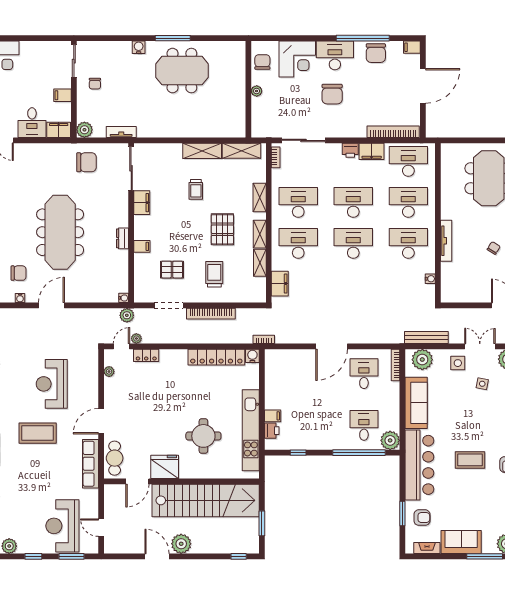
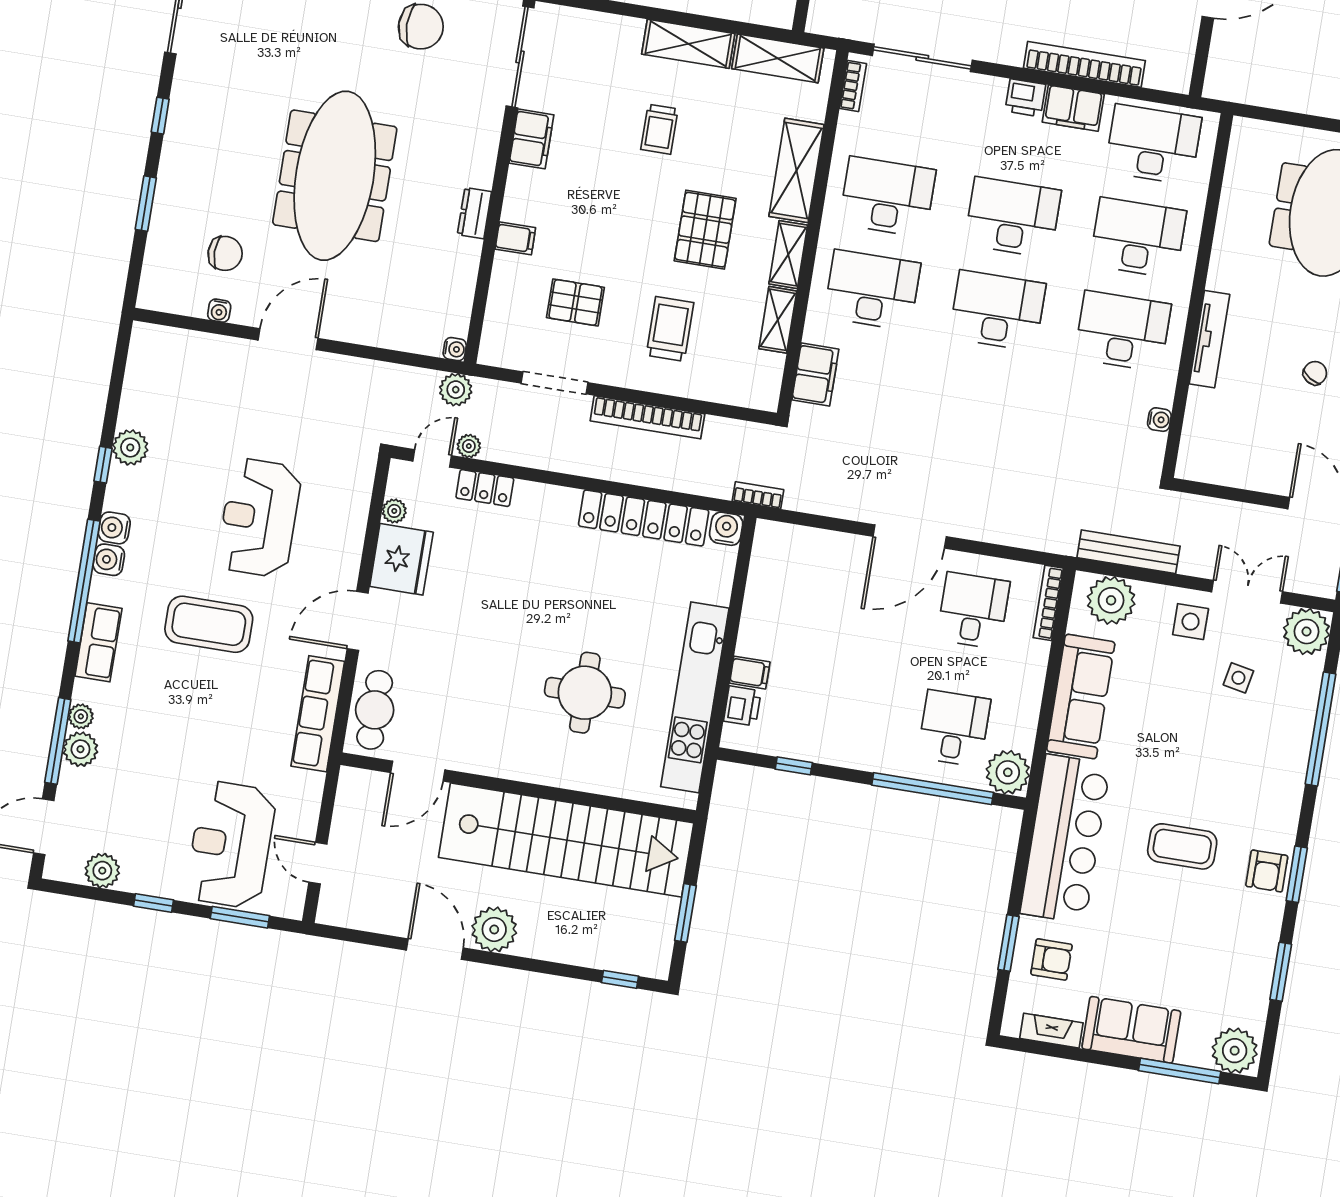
bookcase: (393, 132) -> (1084, 64), moved
shelving: (260, 197) -> (796, 170), width x1.50, depth x1.33
fridge: (165, 467) -> (401, 559), moved, turned 90

